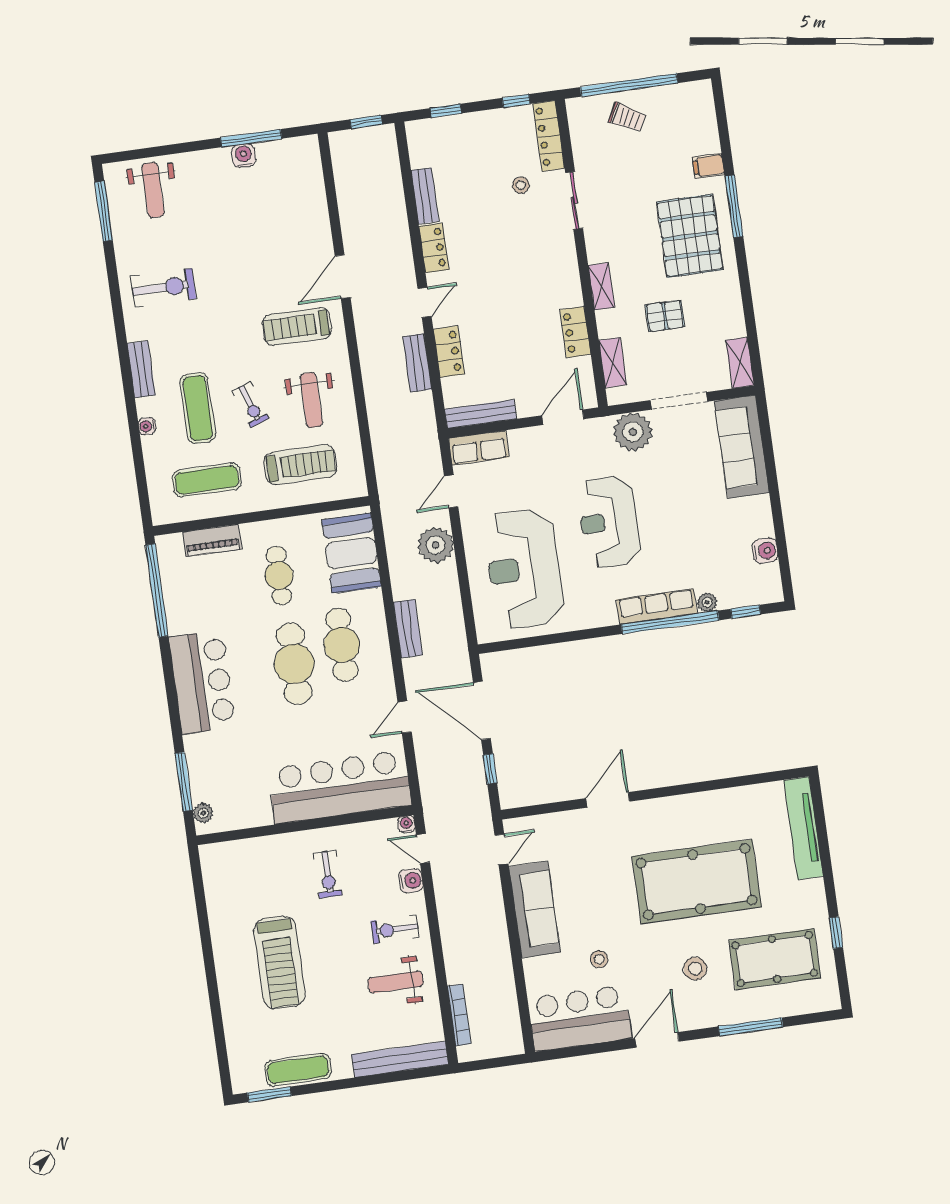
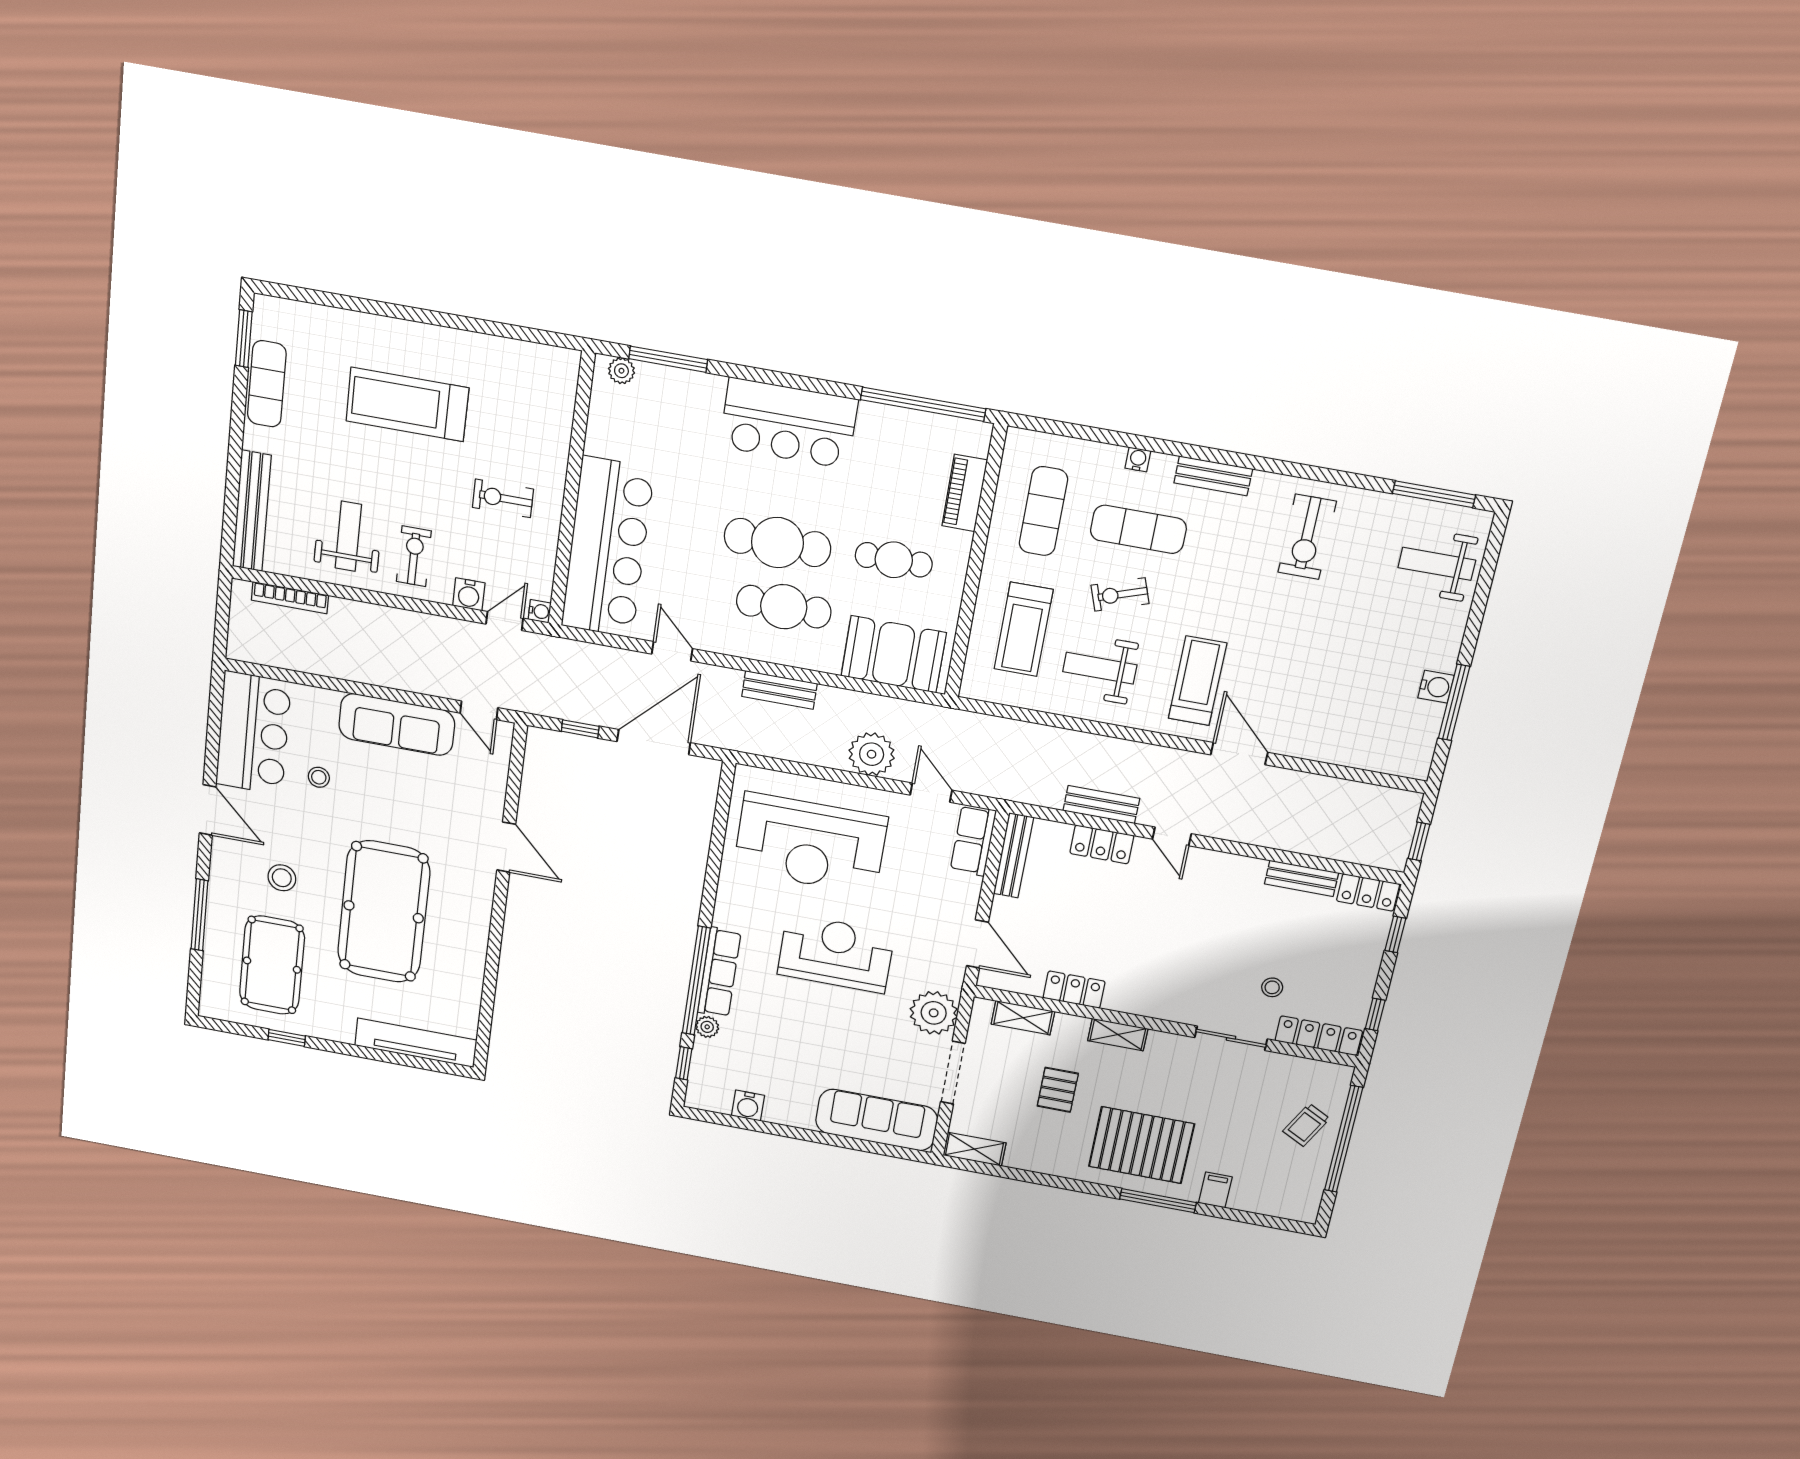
locker: (434, 248) -> (1368, 892), moved
reception desk: (524, 569) -> (810, 844), turned 180

